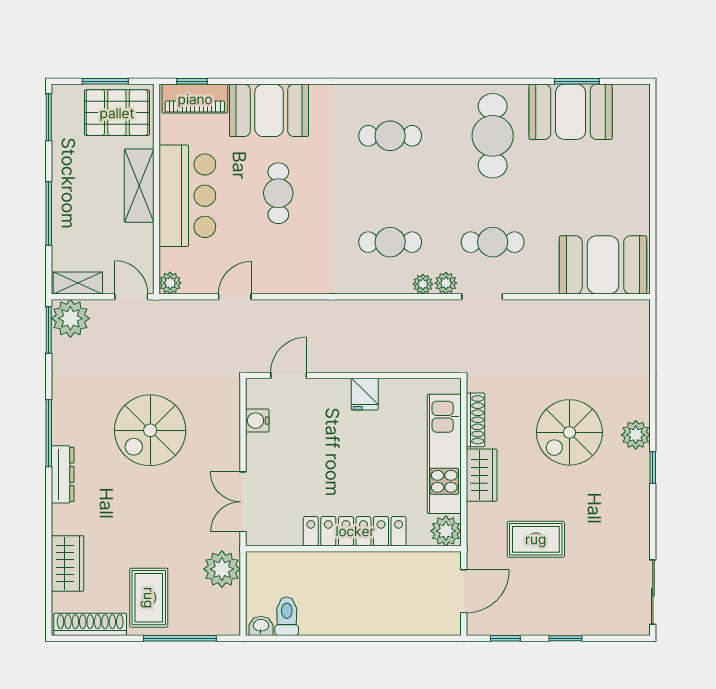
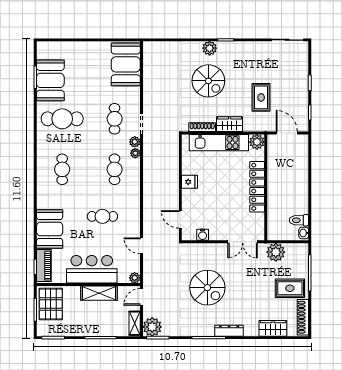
shelving: (139, 186) -> (99, 293), moved
cafe table: (278, 193) -> (102, 216), moved

